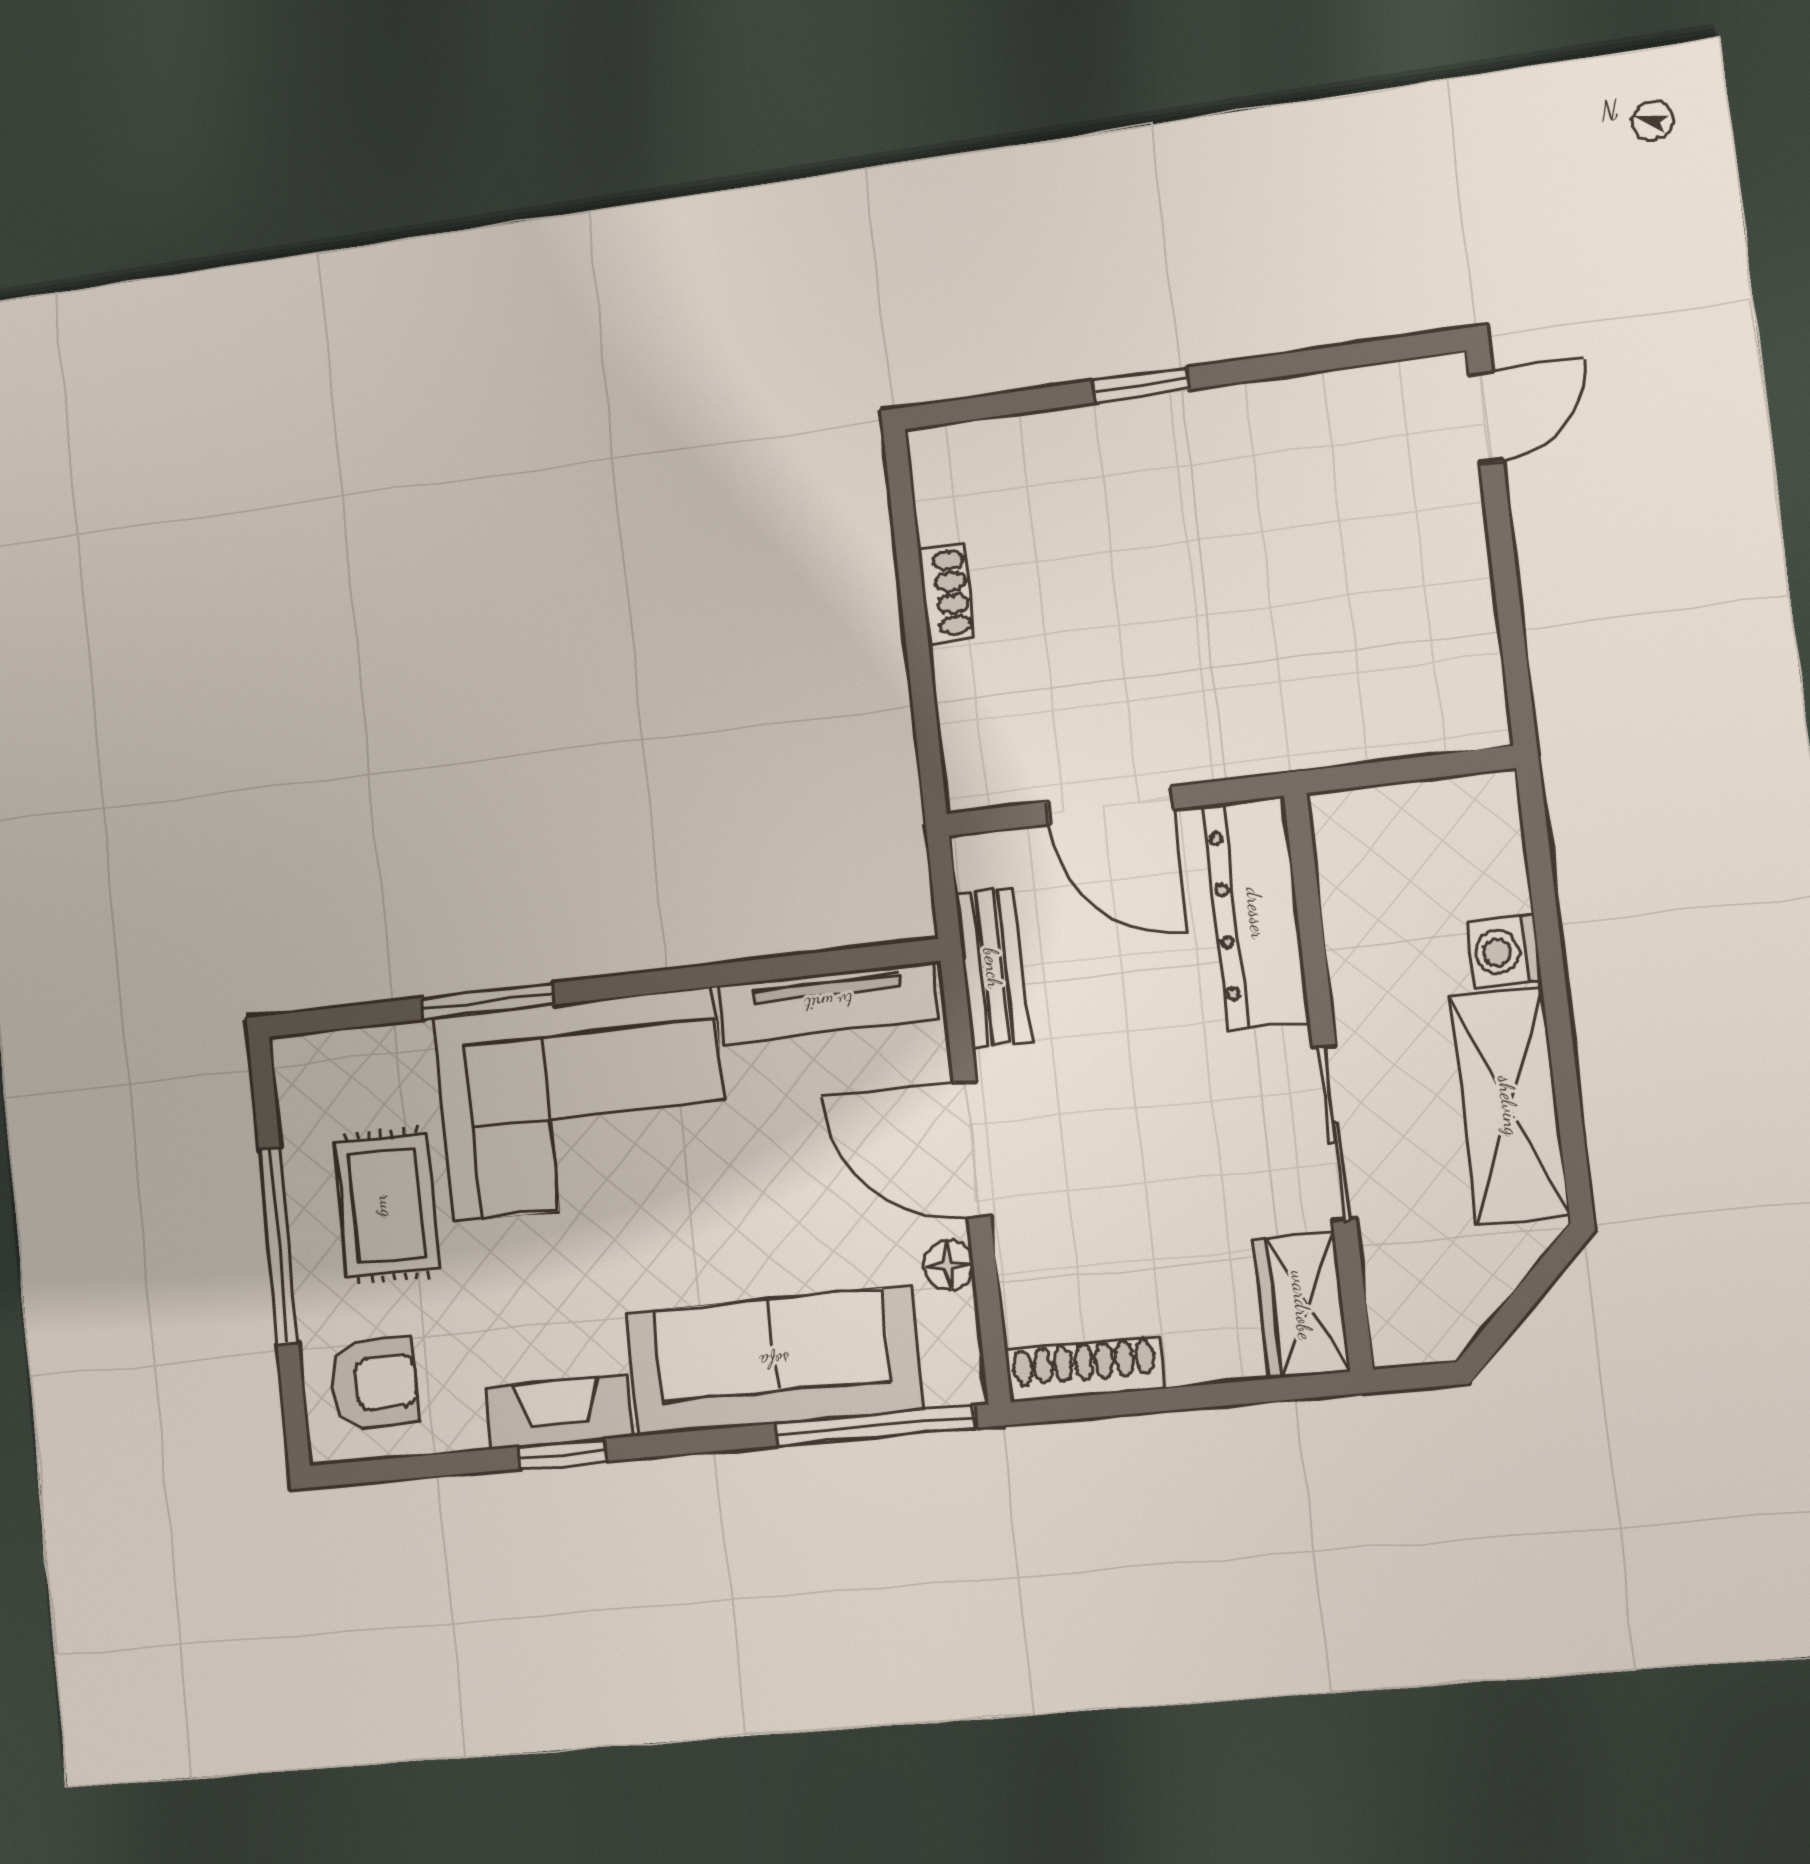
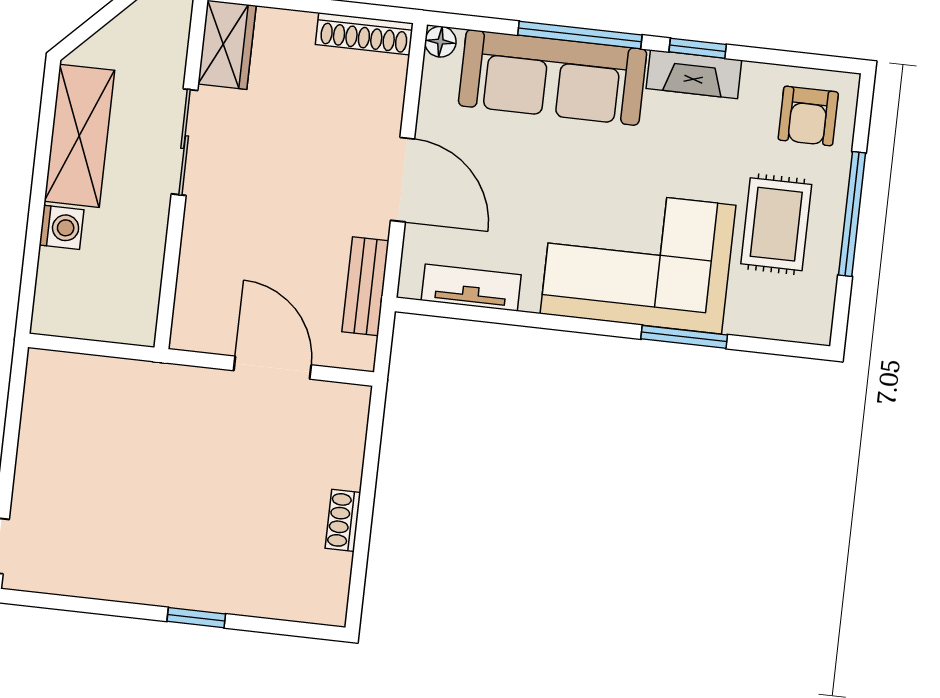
dresser: (1256, 913) -> (200, 283), removed
tv unit: (828, 1003) -> (471, 288), width x0.71
floor lamp: (949, 1265) -> (440, 42), moved
armchair: (374, 1383) -> (808, 116), turned -90
window: (875, 1426) -> (580, 35), moved

